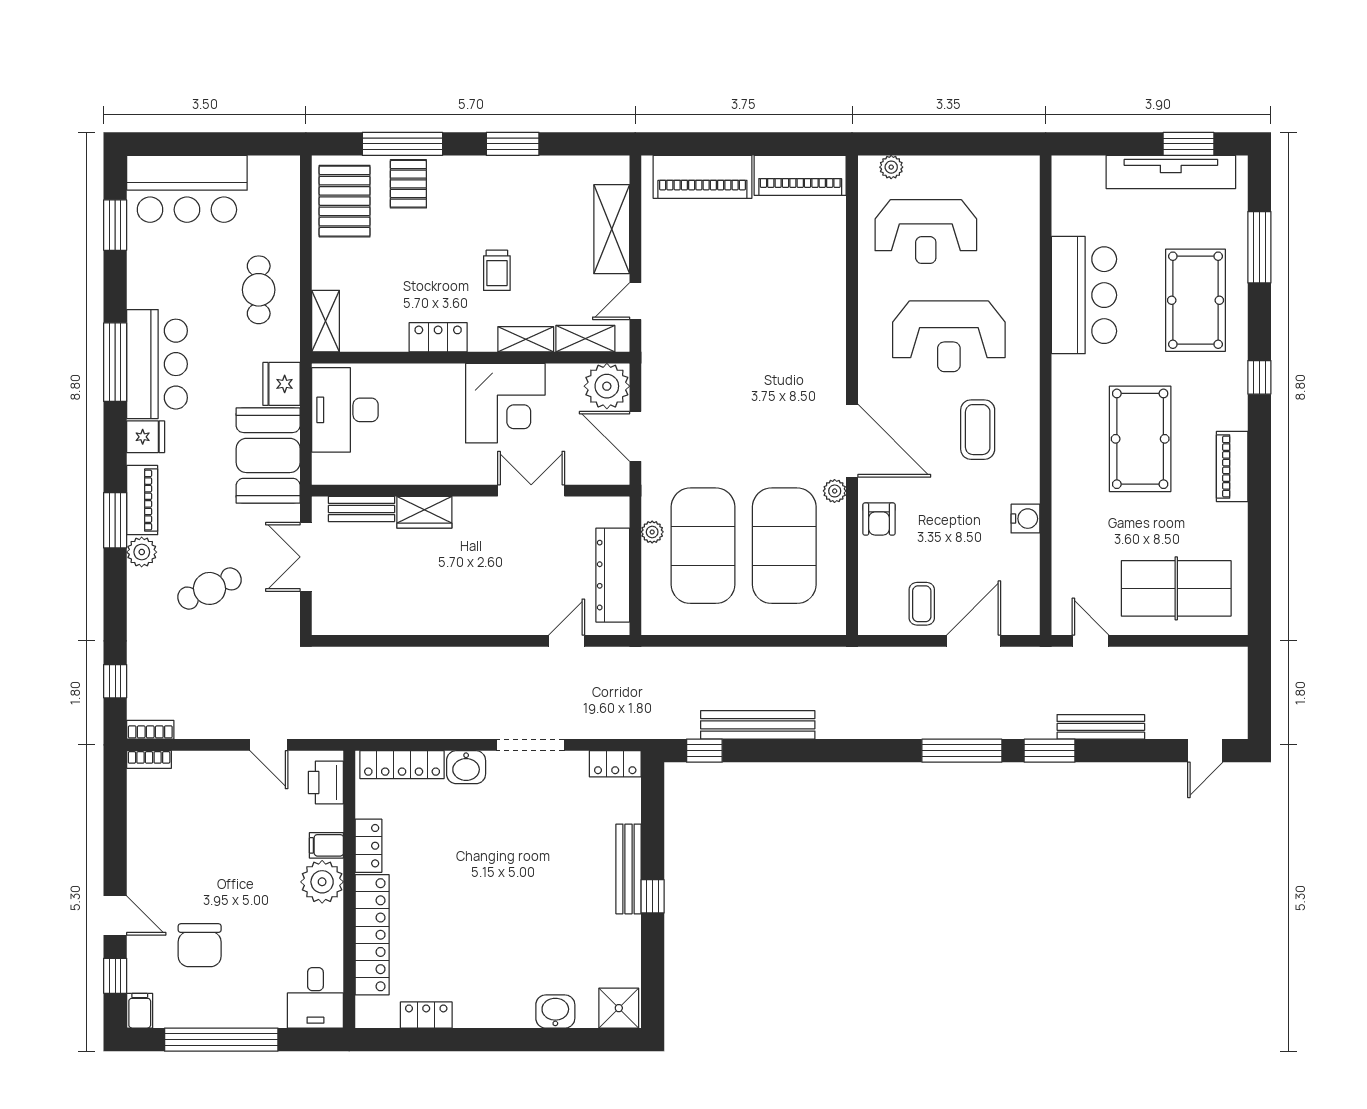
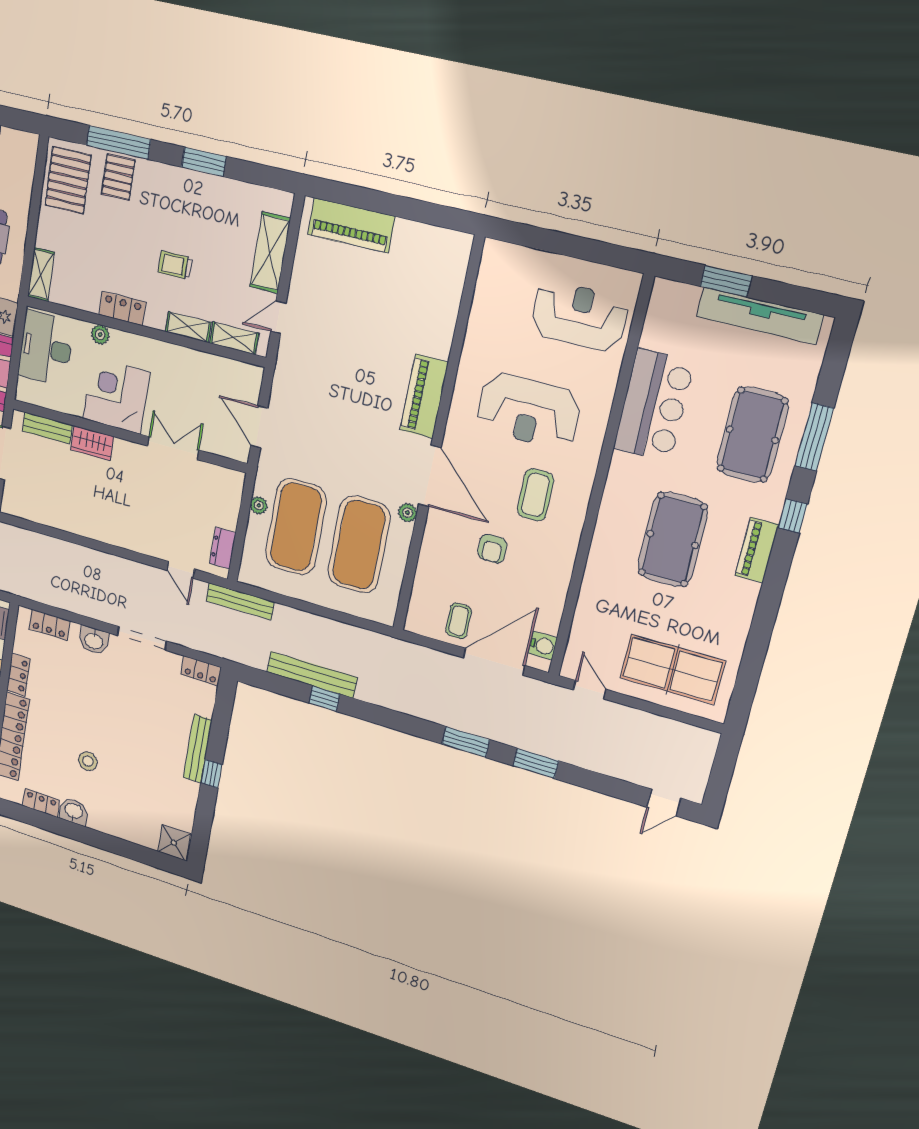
window: (1188, 144) -> (726, 281), moved
plant: (891, 167) -> (511, 254), removed
piano: (800, 175) -> (424, 396), moved, turned 90
reception desk: (926, 232) -> (580, 316), moved, turned 180
window: (1259, 247) -> (814, 437), moved
trolley: (497, 270) -> (175, 265), turned 90
plant: (607, 386) -> (100, 335), moved, width x0.53, depth x0.53
corner desk: (505, 403) -> (116, 396), moved, turned 180
piano: (1232, 467) -> (757, 550), moved
armchair: (879, 519) -> (492, 549), moved
water cooler: (1025, 519) -> (543, 646), moved
dresser: (613, 575) -> (223, 548), width x0.51, depth x0.80
door: (567, 641) -> (181, 570), swing flipped
door: (974, 641) -> (494, 662), width x1.36
bench: (1101, 727) -> (240, 601), moved
window: (704, 751) -> (324, 699), moved
window: (962, 751) -> (466, 742), width x0.69
locker: (402, 765) -> (49, 625), width x0.66
stool: (483, 934) -> (88, 761), added
washbasin: (555, 1011) -> (74, 811), moved

